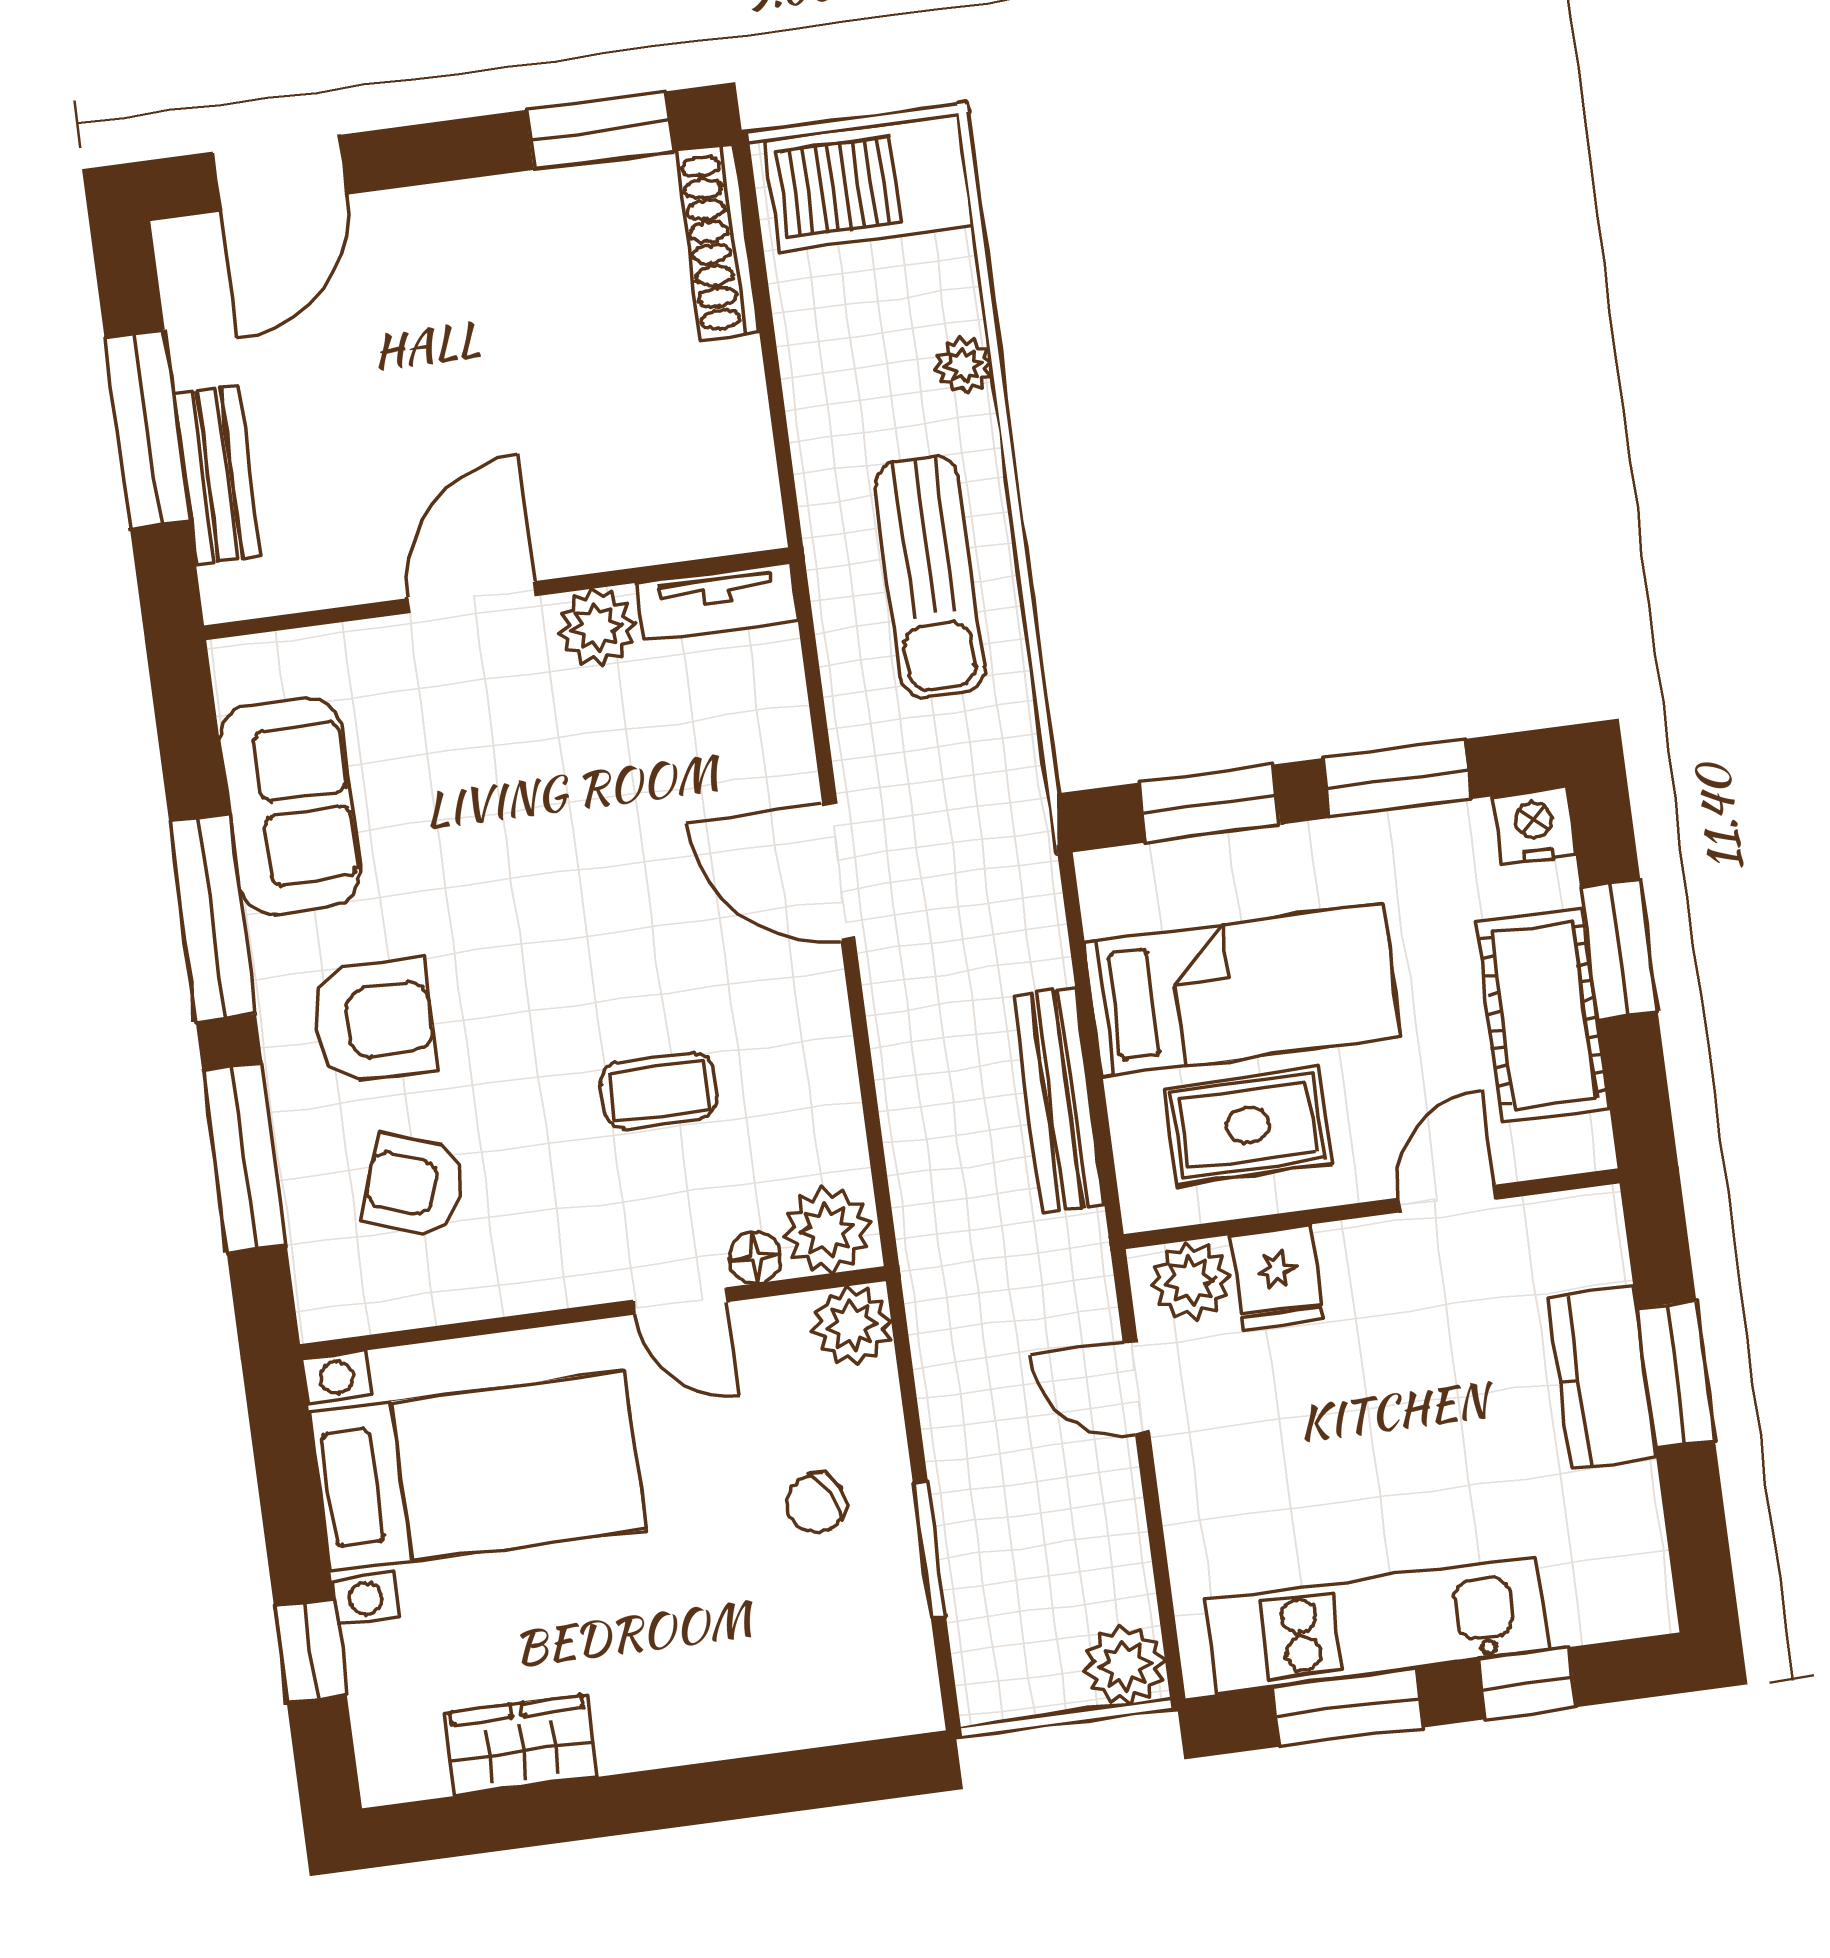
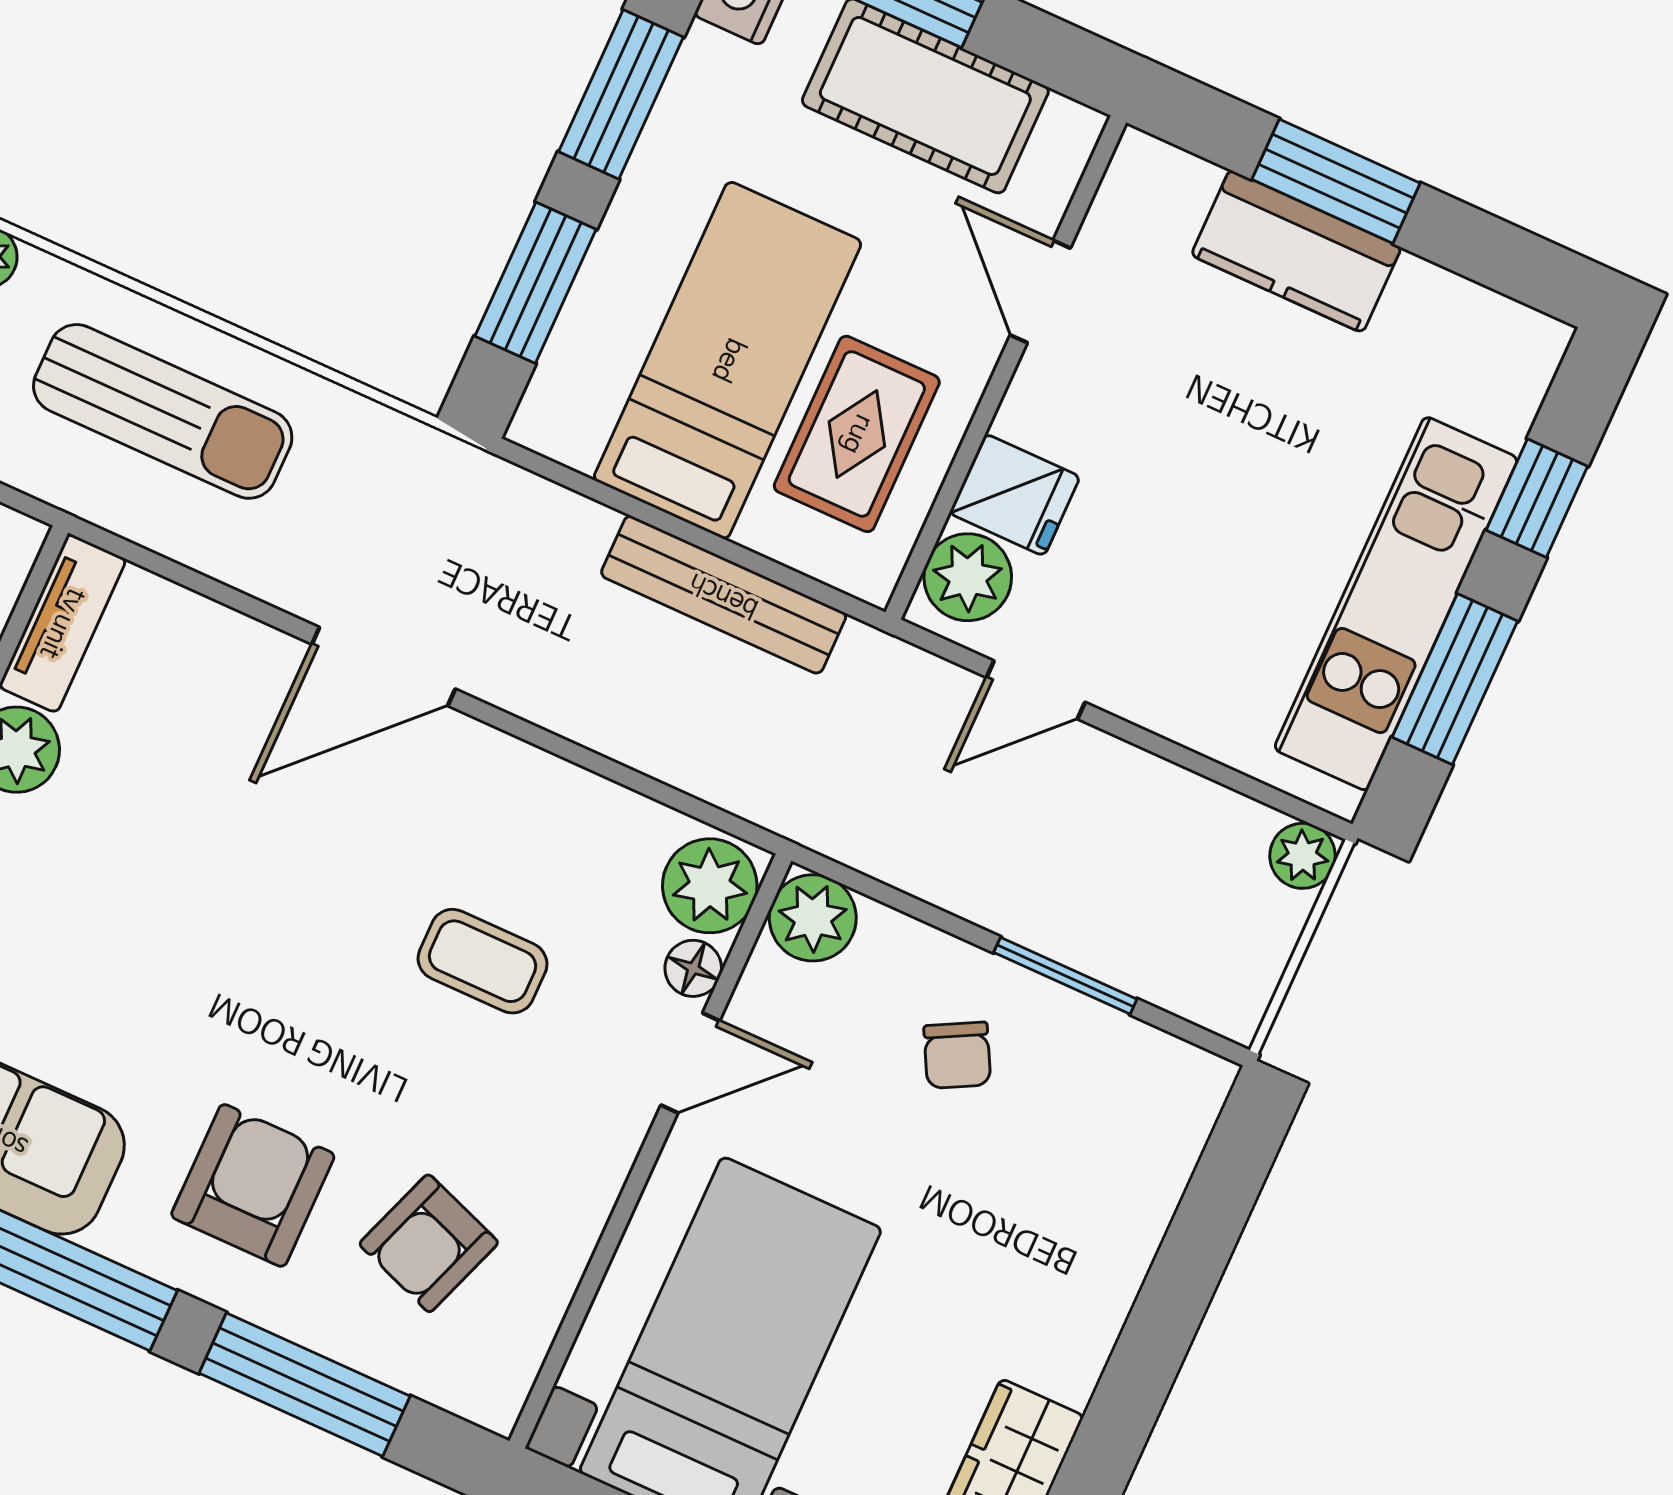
coffee table: (659, 1091) -> (483, 961), turned 90
plant: (1124, 1665) -> (1303, 856), width x0.73, depth x0.73

